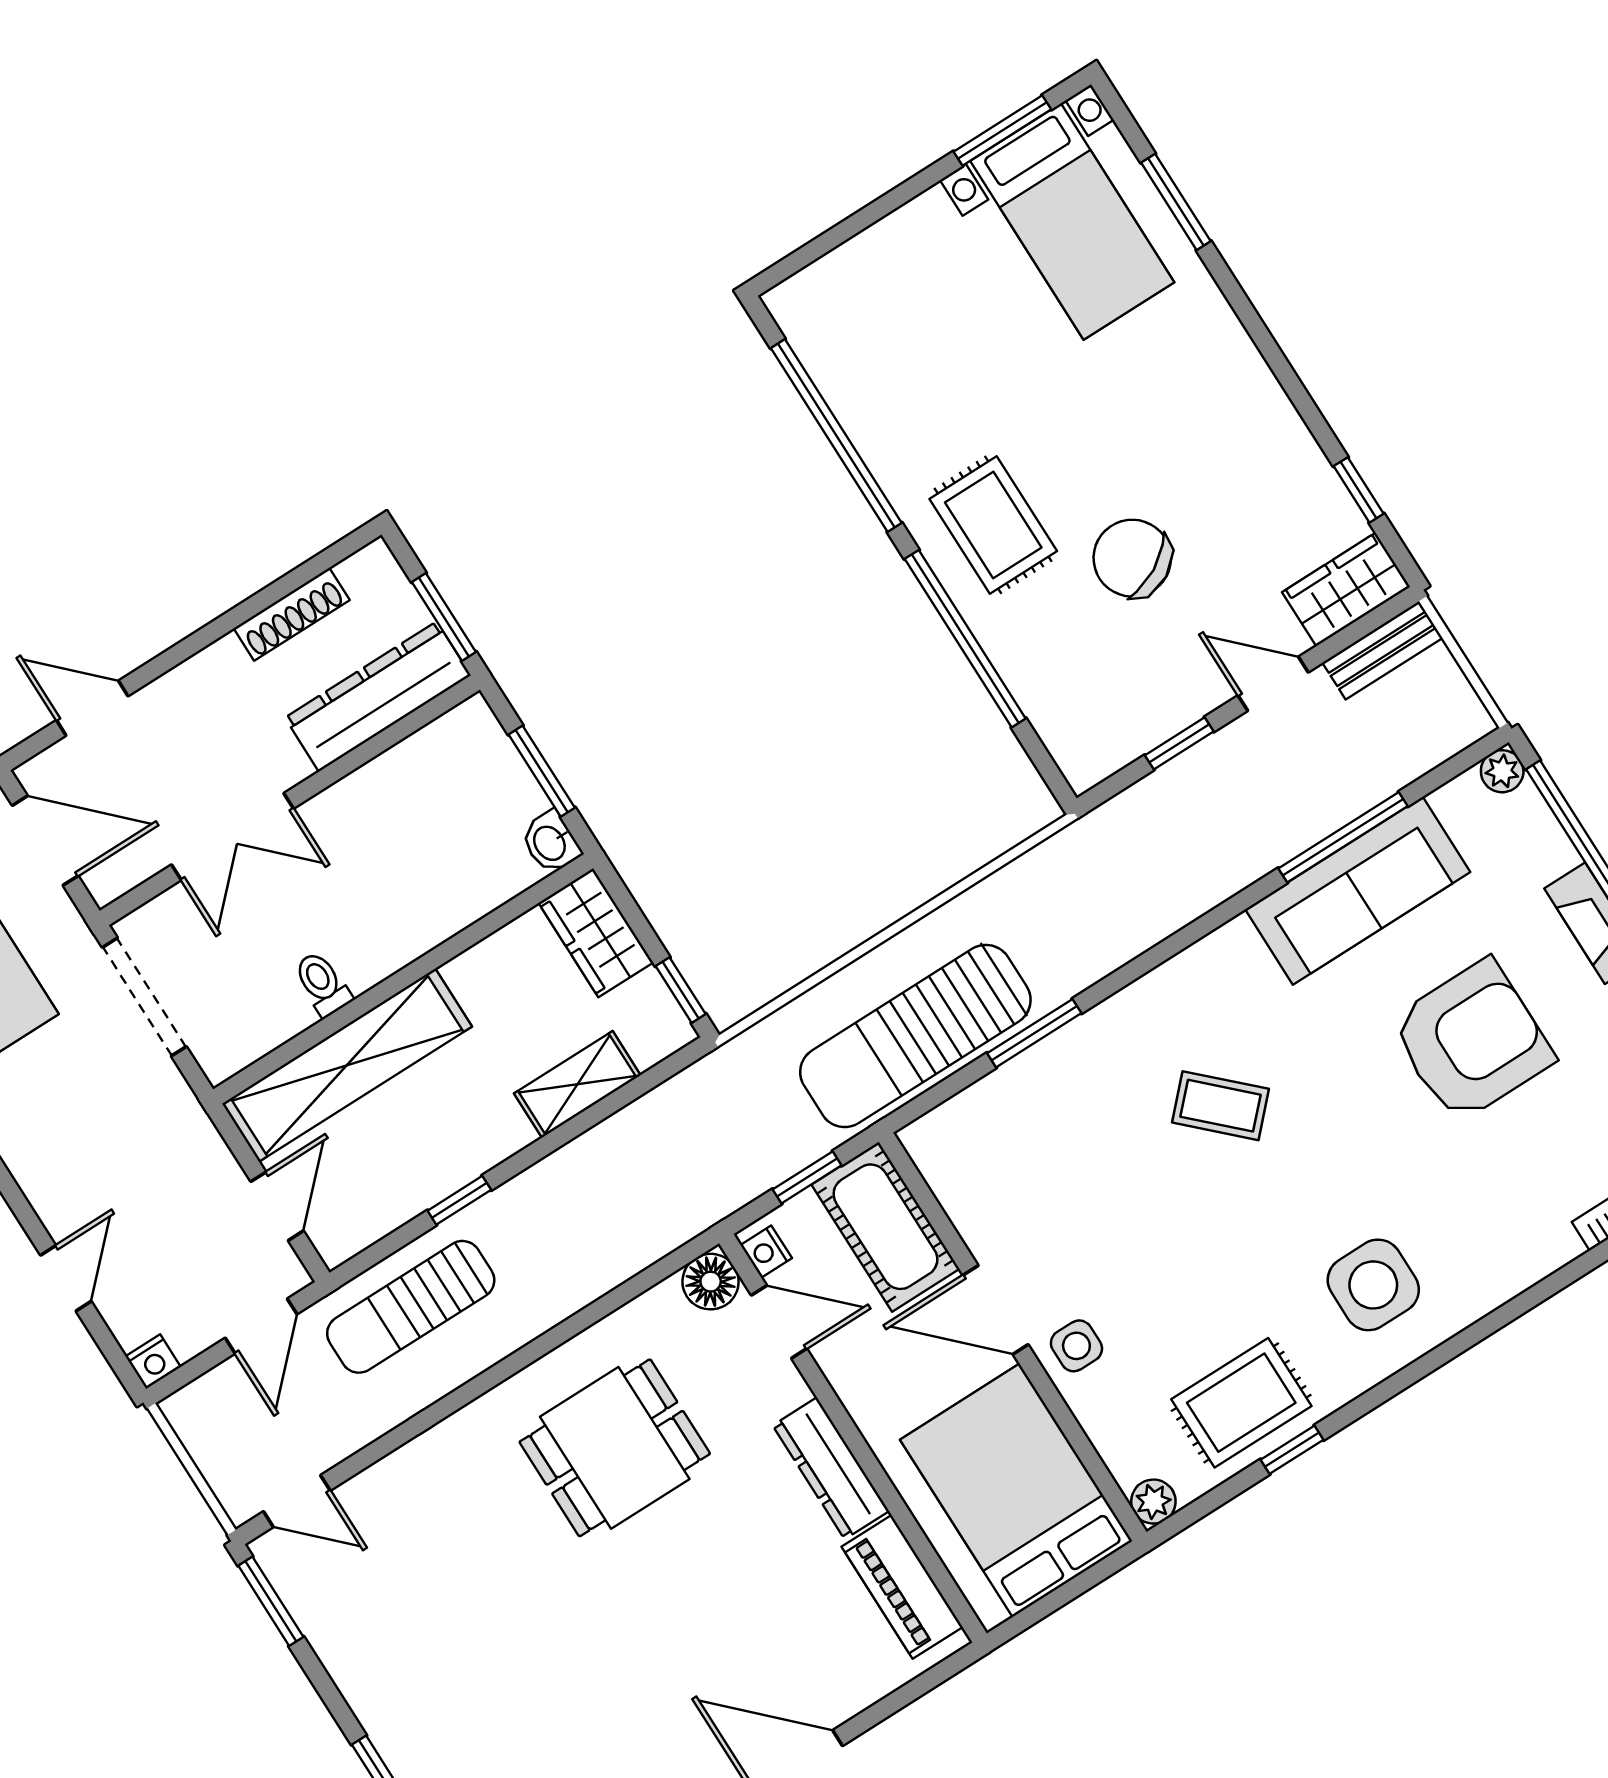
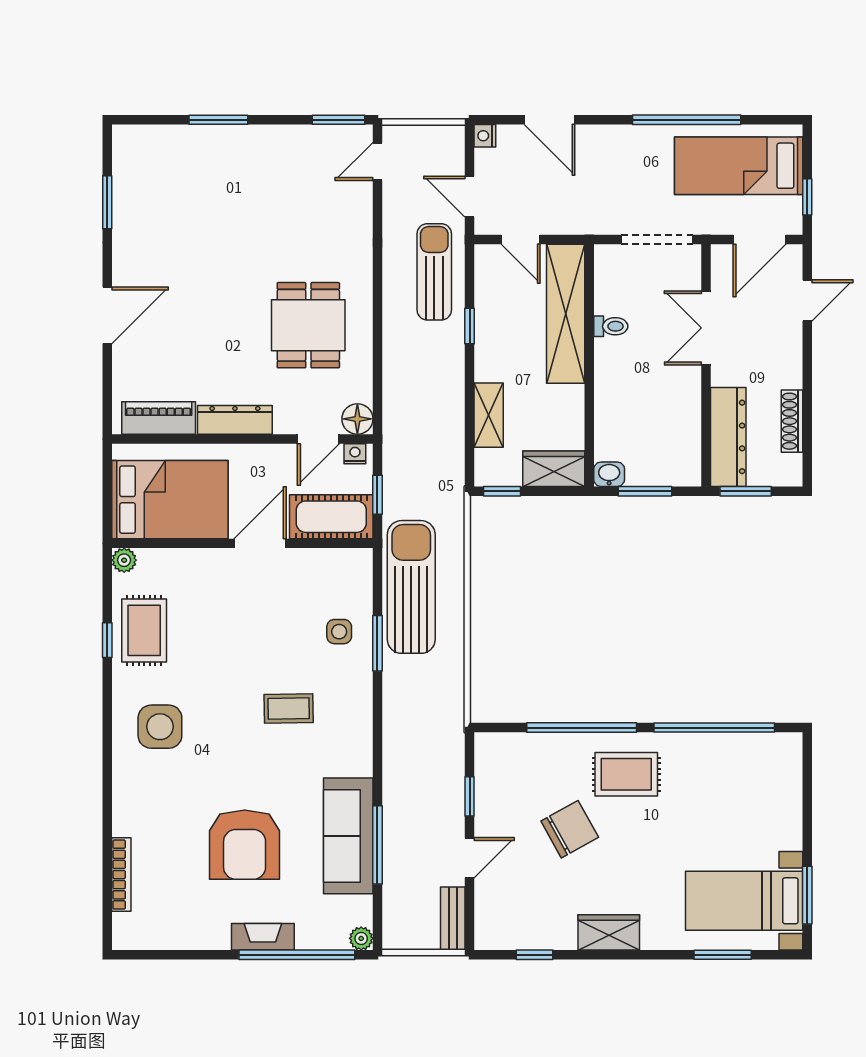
wardrobe: (1346, 589) -> (609, 932), moved, turned -90
coffee table: (1221, 1106) -> (289, 709), turned 45
door: (66, 1278) -> (550, 120), width x1.38
side table: (1076, 1346) -> (339, 632), moved

